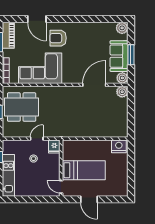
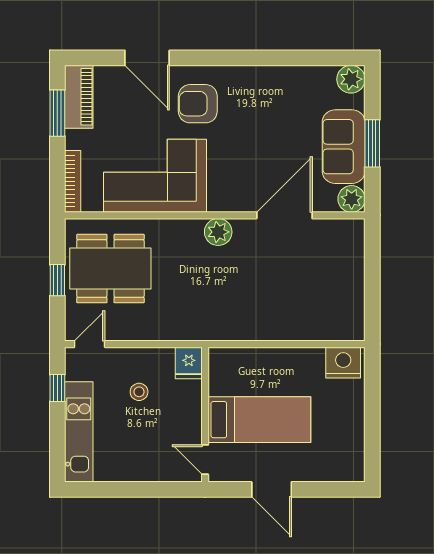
plant: (122, 92) -> (218, 232), moved
door: (37, 139) -> (90, 344), moved

